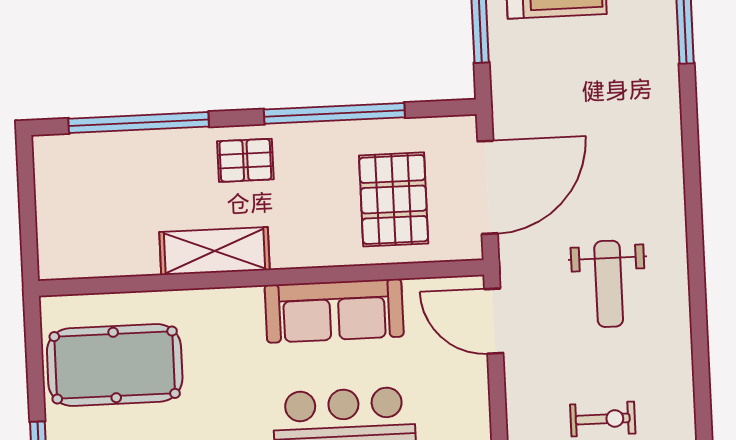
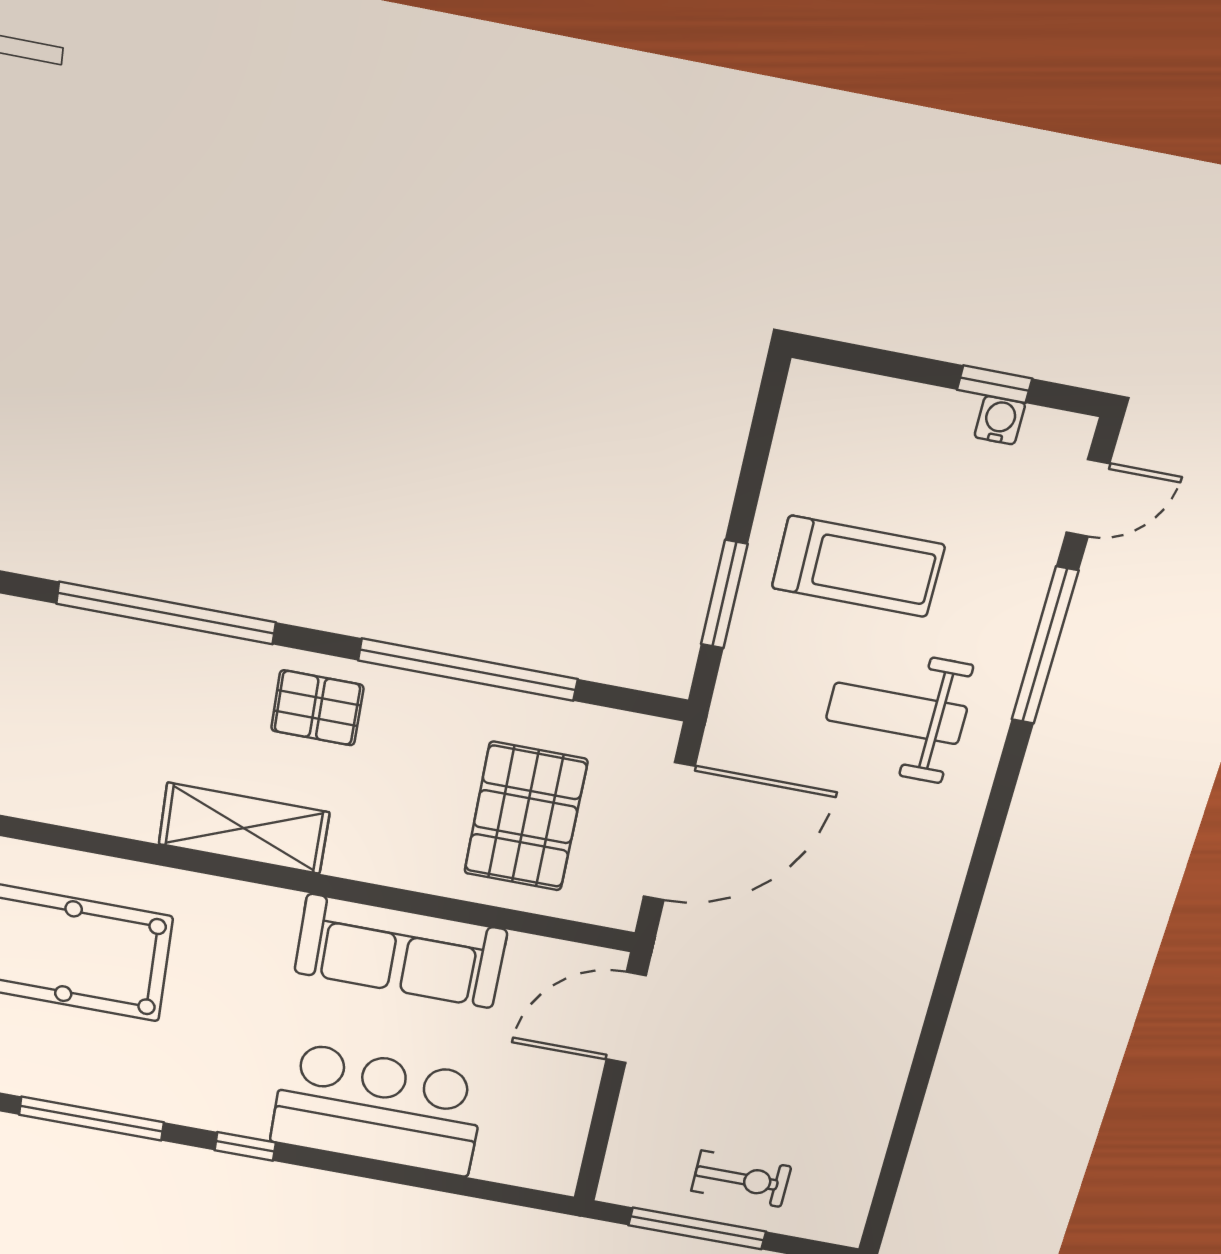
weight bench: (609, 284) -> (896, 713), moved, turned 90
door: (494, 321) -> (626, 1018), hinge flipped

